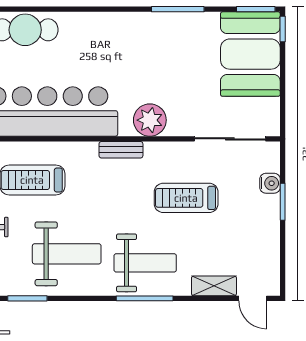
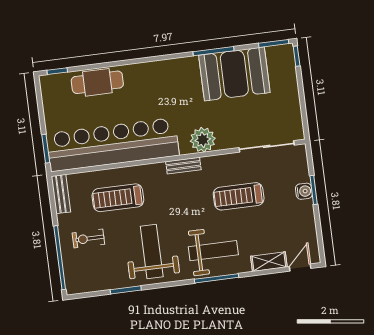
booth: (250, 54) -> (234, 74), moved, turned 90
water cooler: (270, 183) -> (304, 191), moved
weight bench: (67, 254) -> (152, 251), turned -90
door: (253, 298) -> (300, 268), swing flipped

